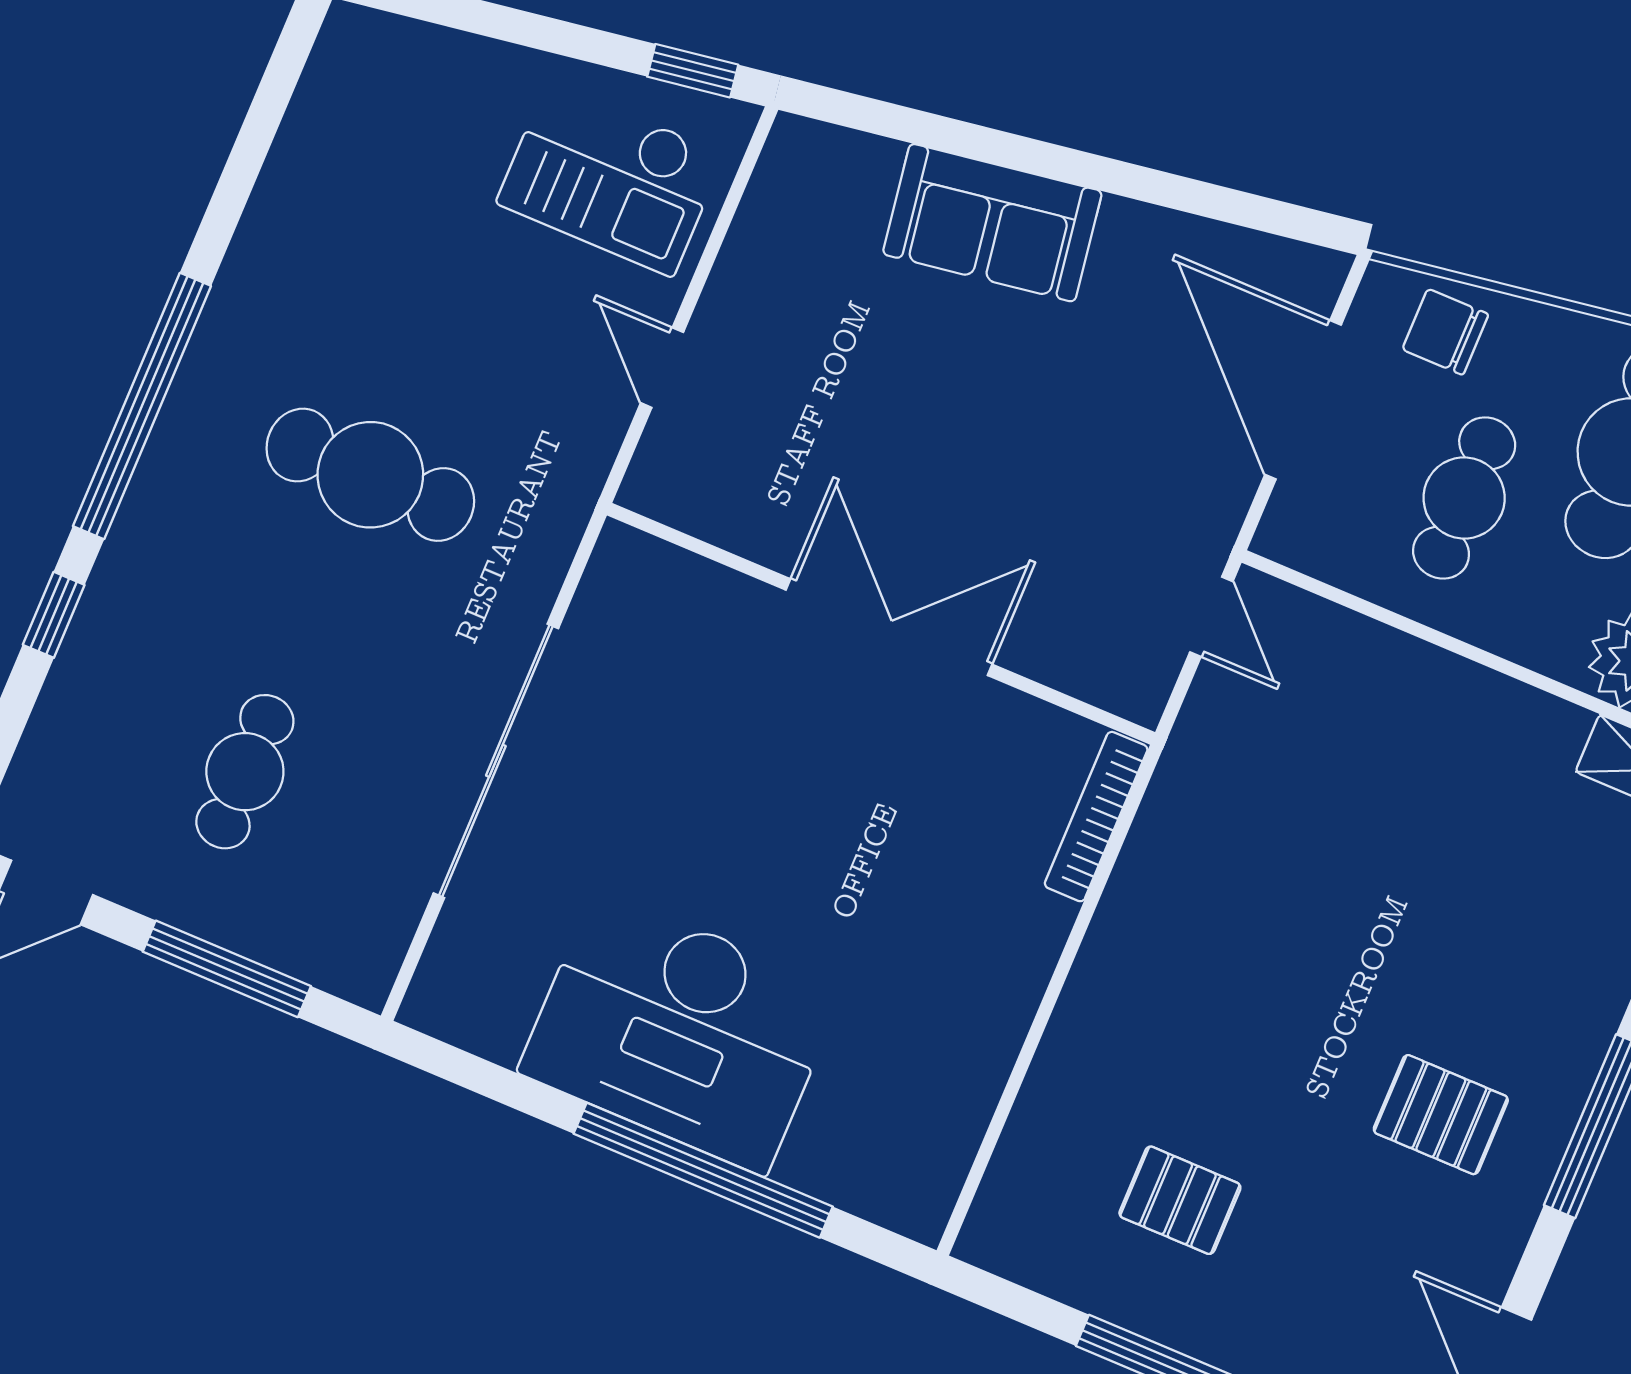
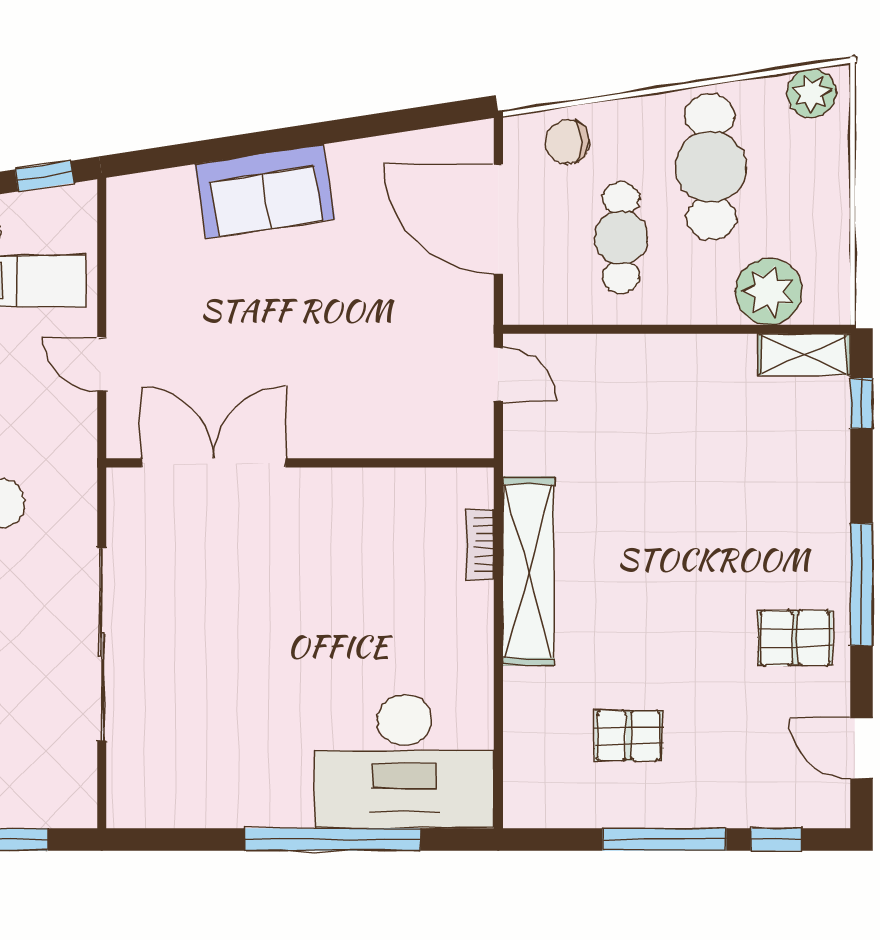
double door: (889, 627) -> (214, 463), moved
bookcase: (1096, 817) -> (480, 545), width x0.64
shelving: (1137, 910) -> (528, 571), added
desk: (680, 1031) -> (404, 761), moved
pallet: (1441, 1115) -> (795, 638), moved

